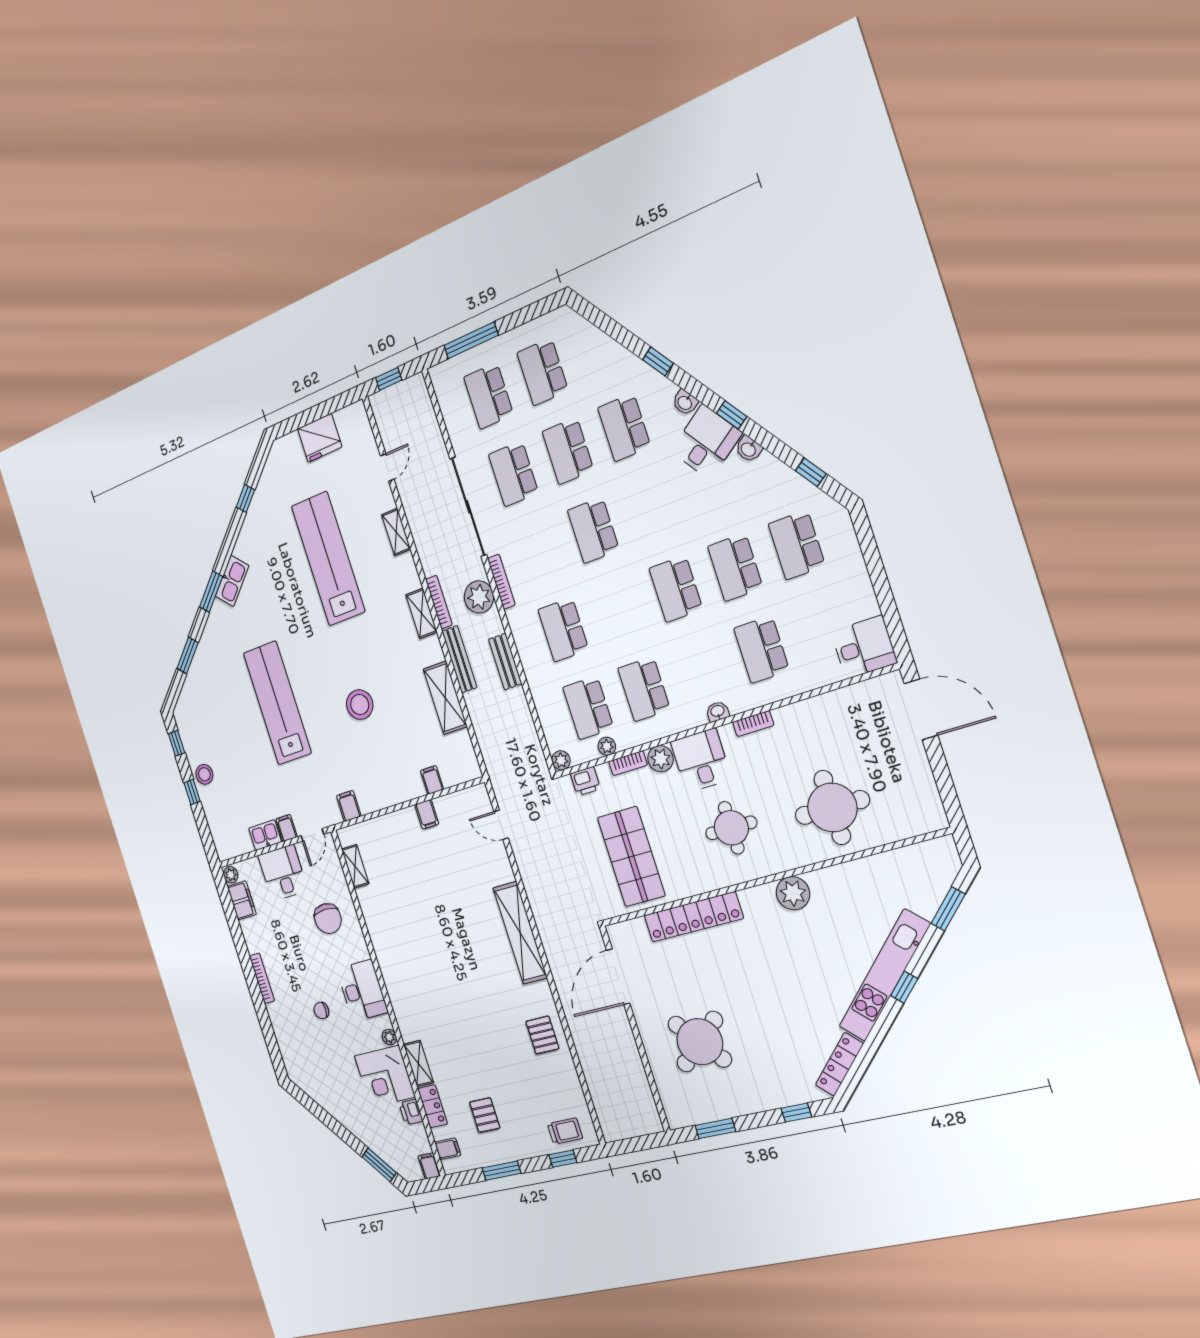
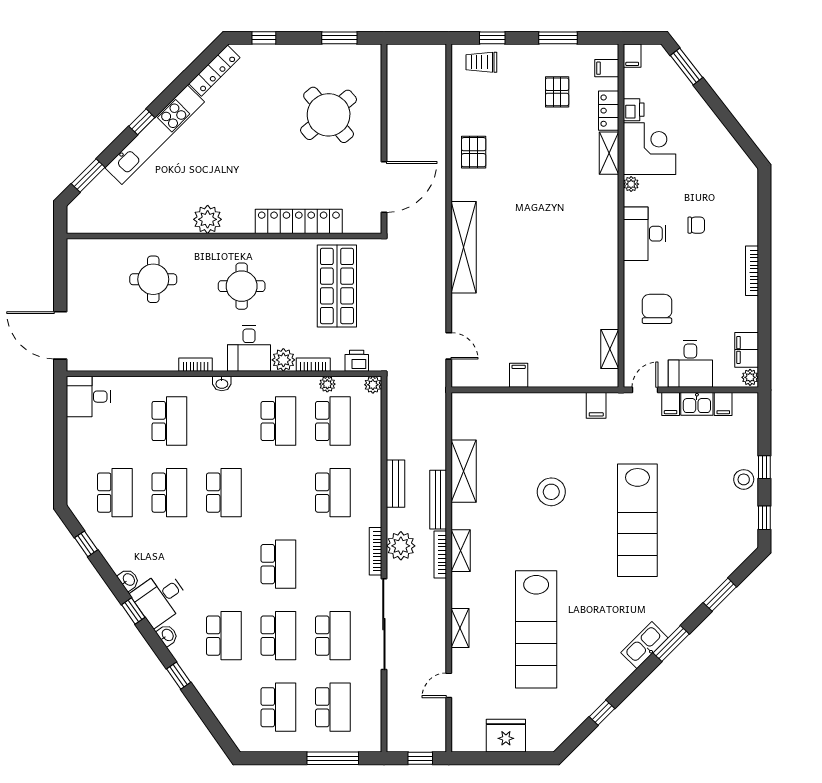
filing cabinet: (432, 780) -> (723, 404), moved
round table: (832, 808) -> (153, 279), width x0.73, depth x0.73

